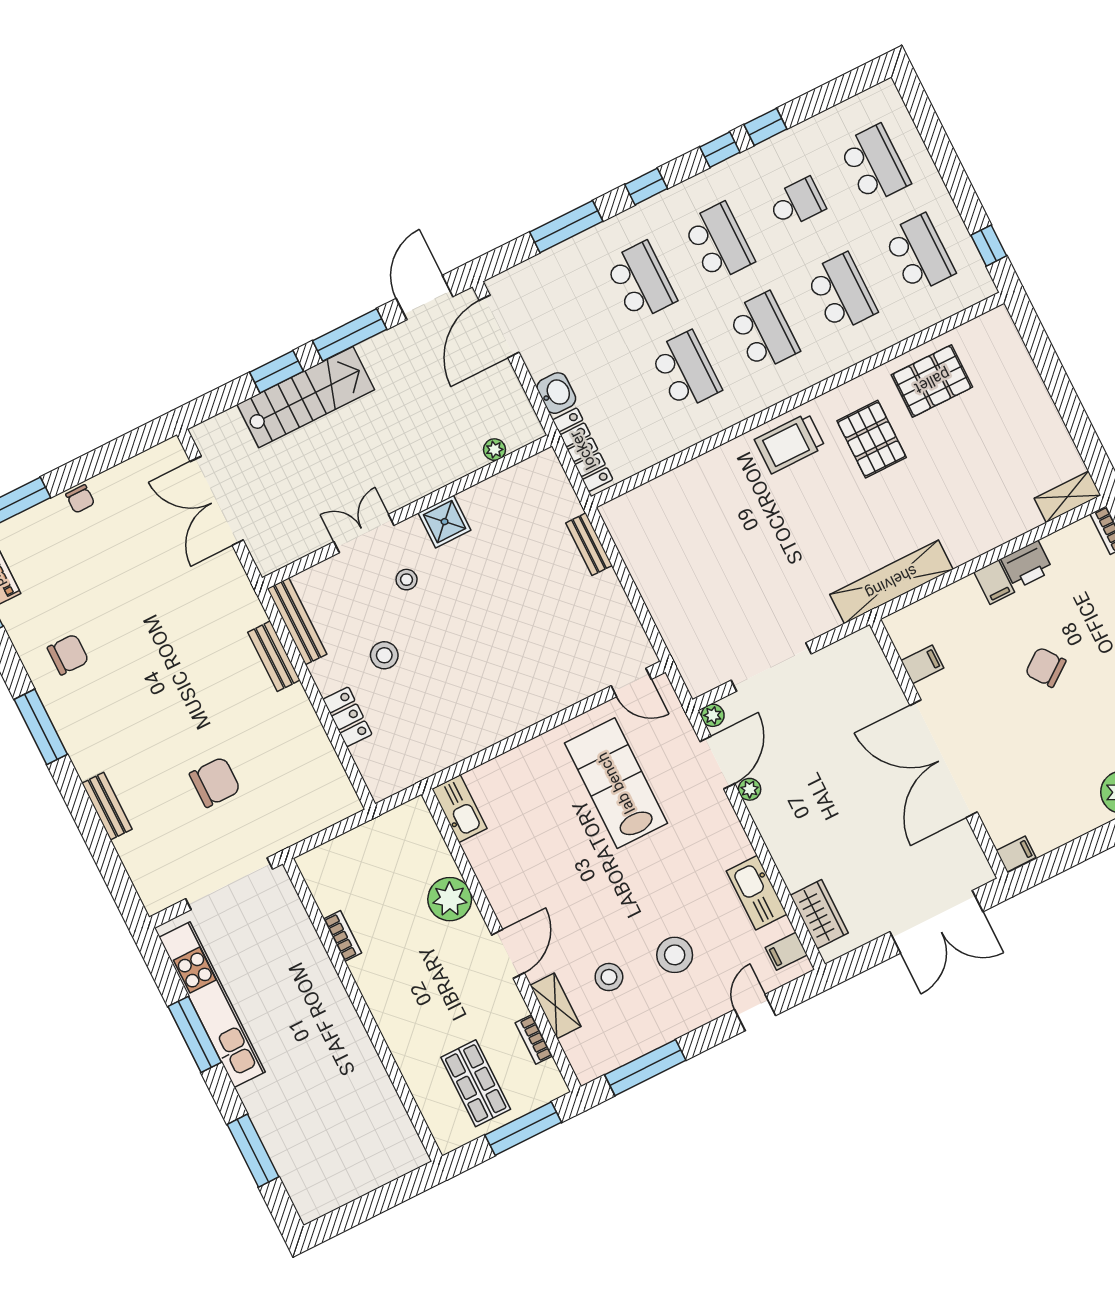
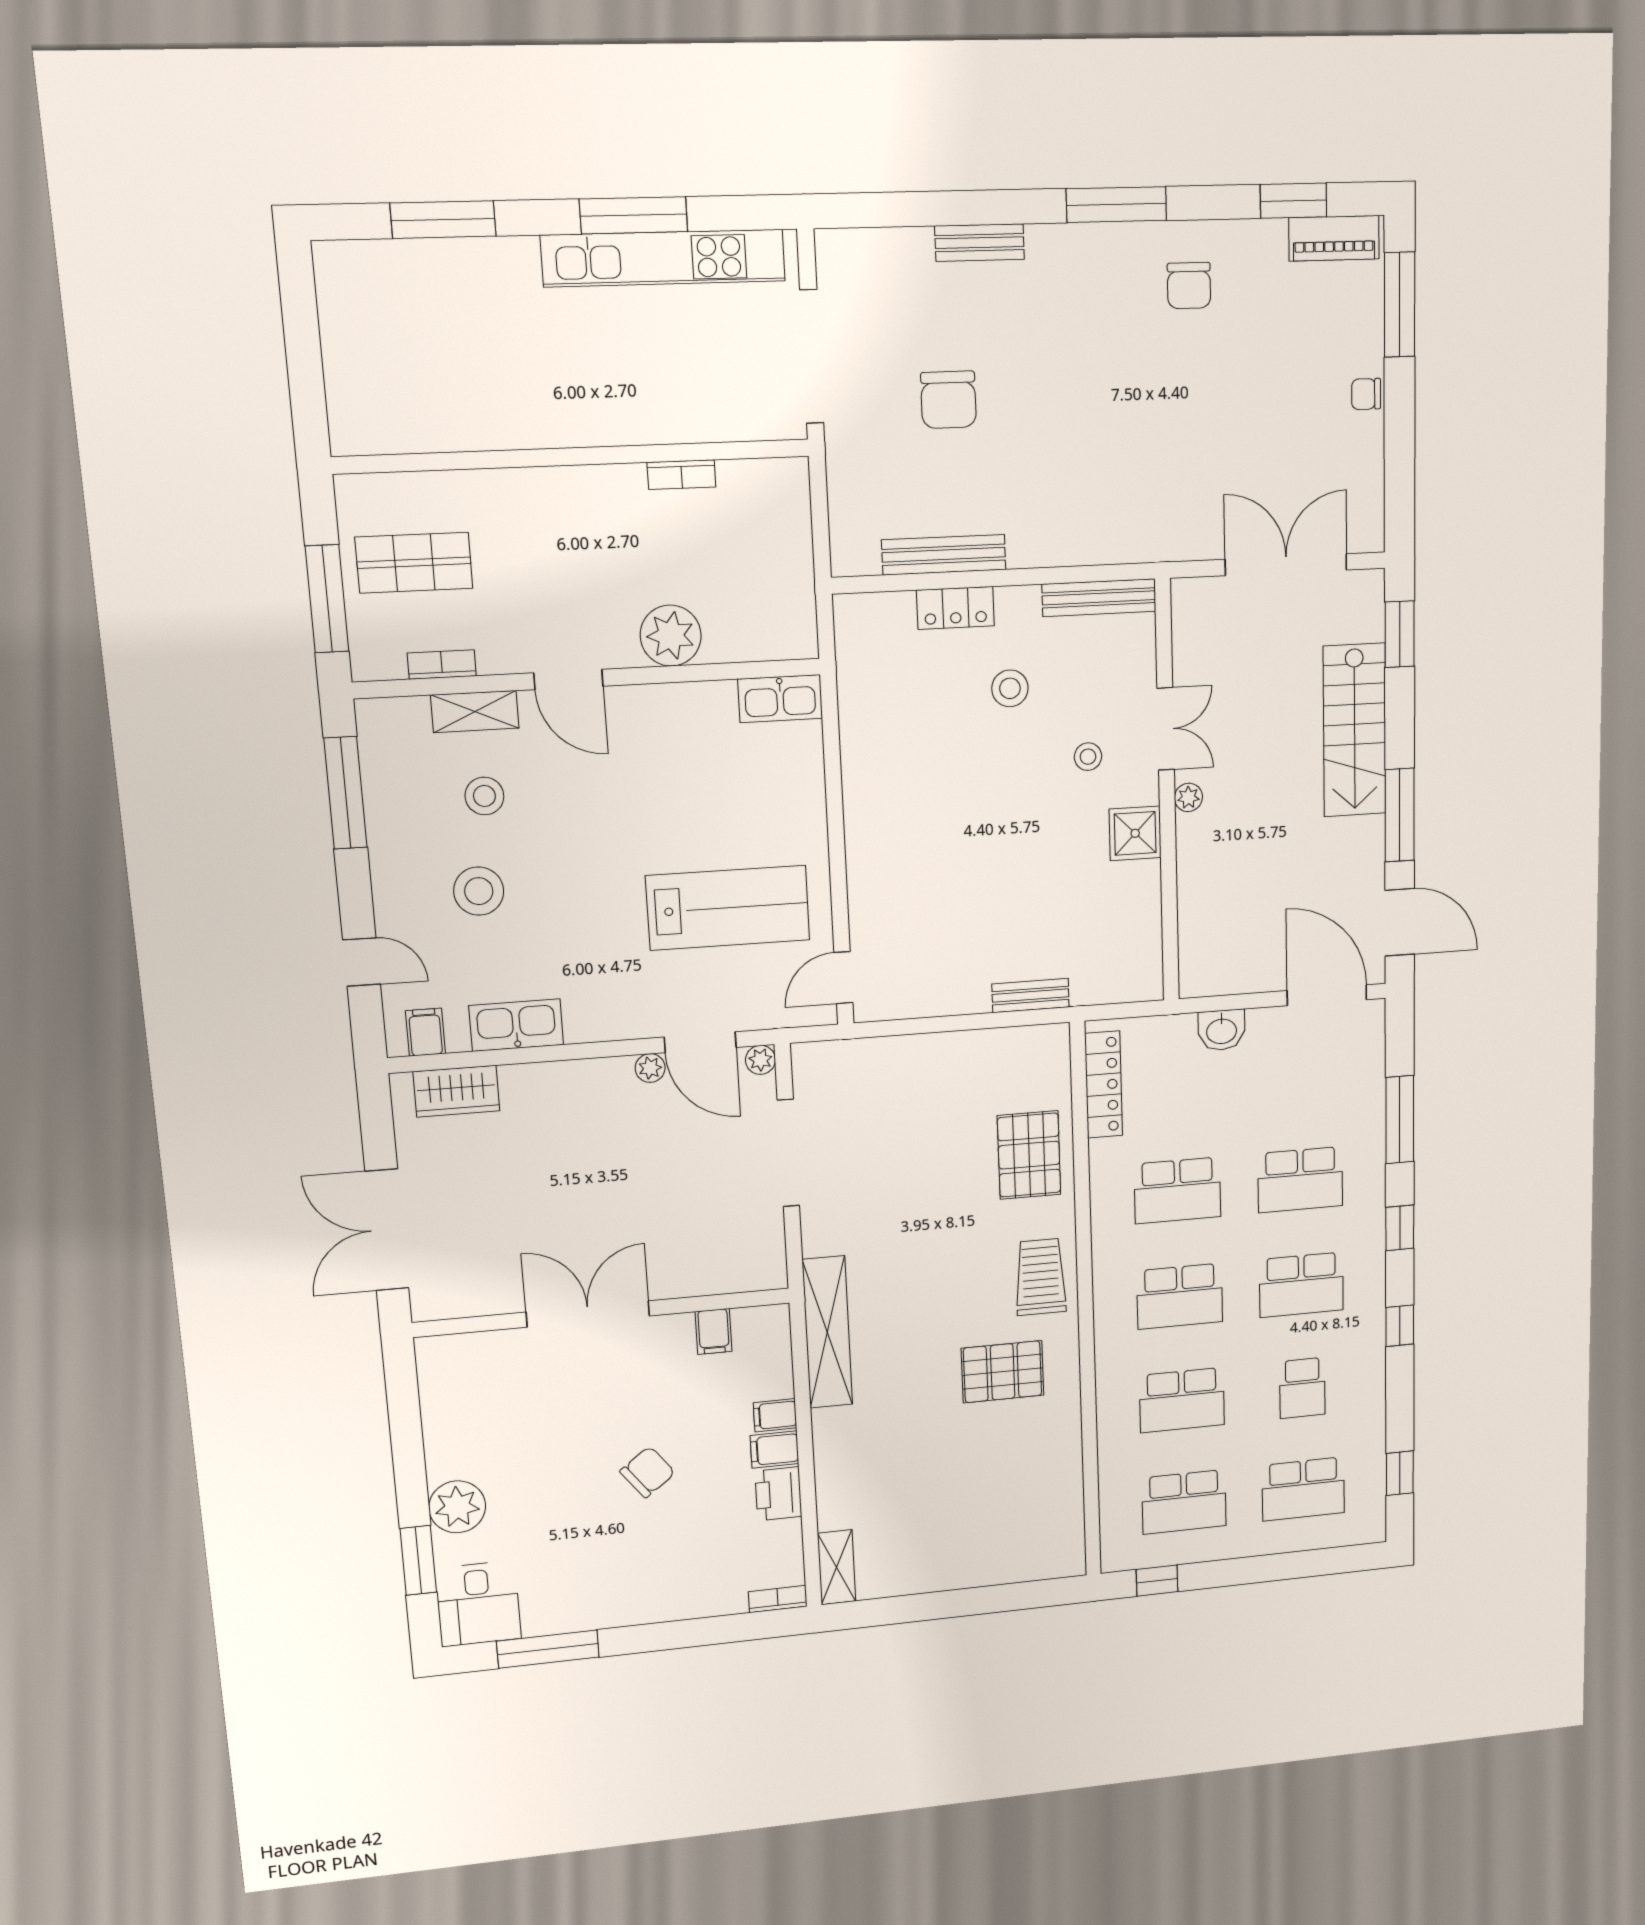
window: (765, 127) -> (1400, 1473), moved
window: (276, 372) -> (1400, 634), moved
pallet: (932, 381) -> (1029, 1155), moved
plant: (495, 450) -> (1188, 797), moved
locker: (583, 450) -> (1104, 1085), moved, turned -90
bench: (274, 656) -> (944, 555), moved, width x1.36
double door: (944, 759) -> (588, 1314), width x0.73
filing cabinet: (1016, 854) -> (775, 1415), moved, turned 90

